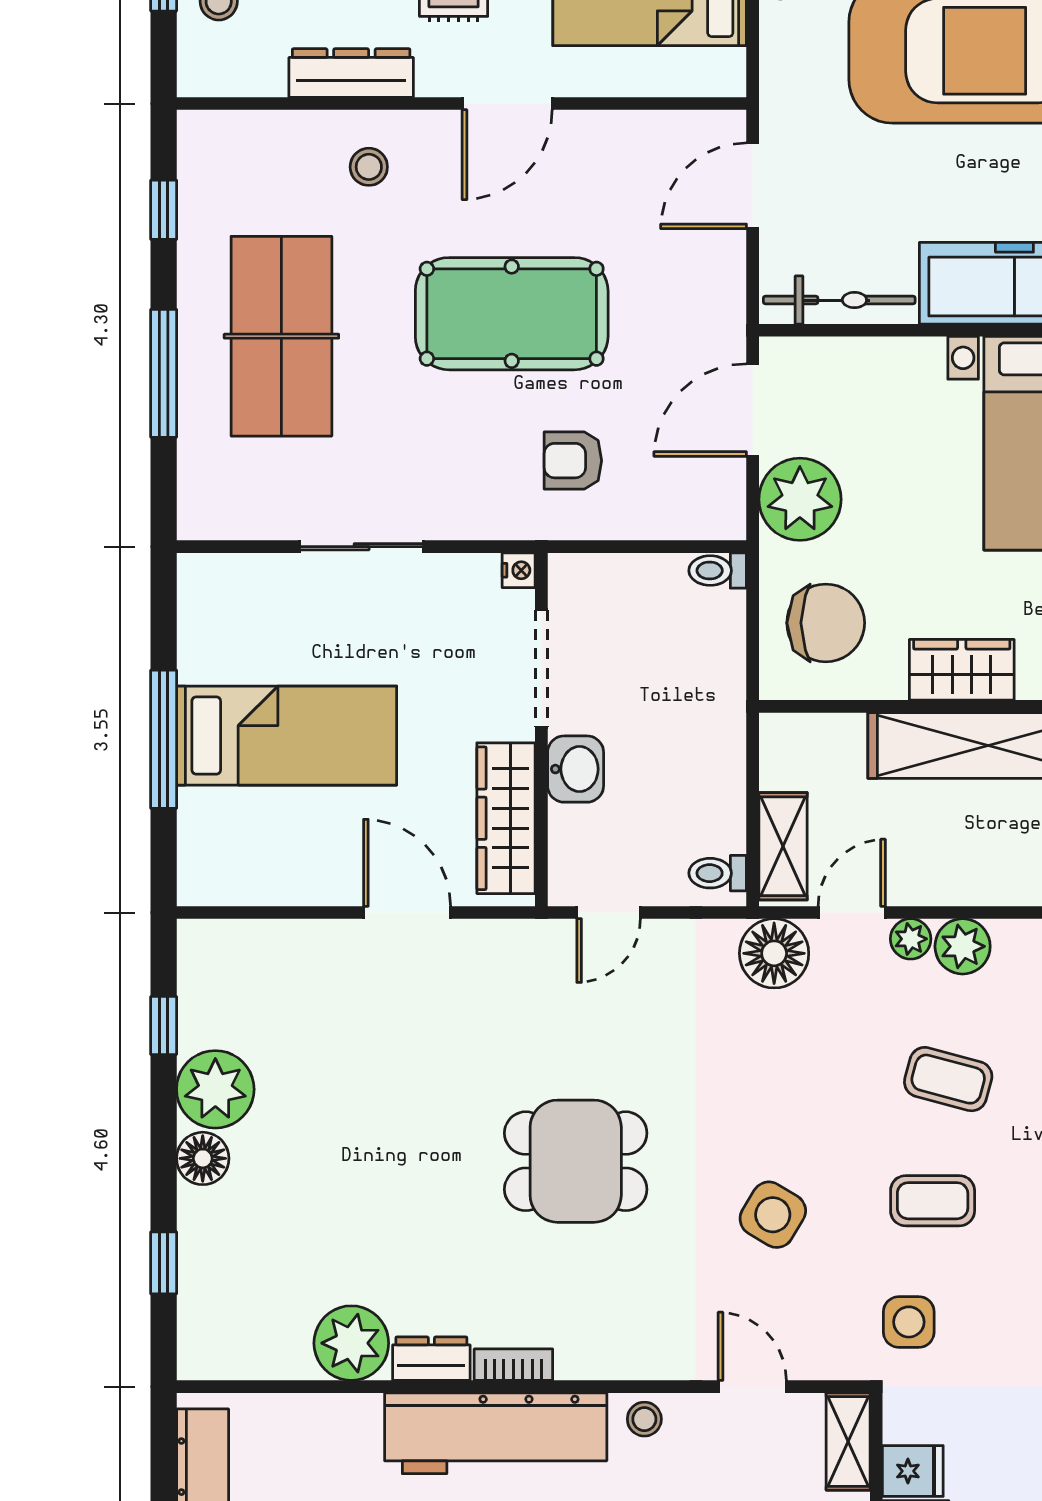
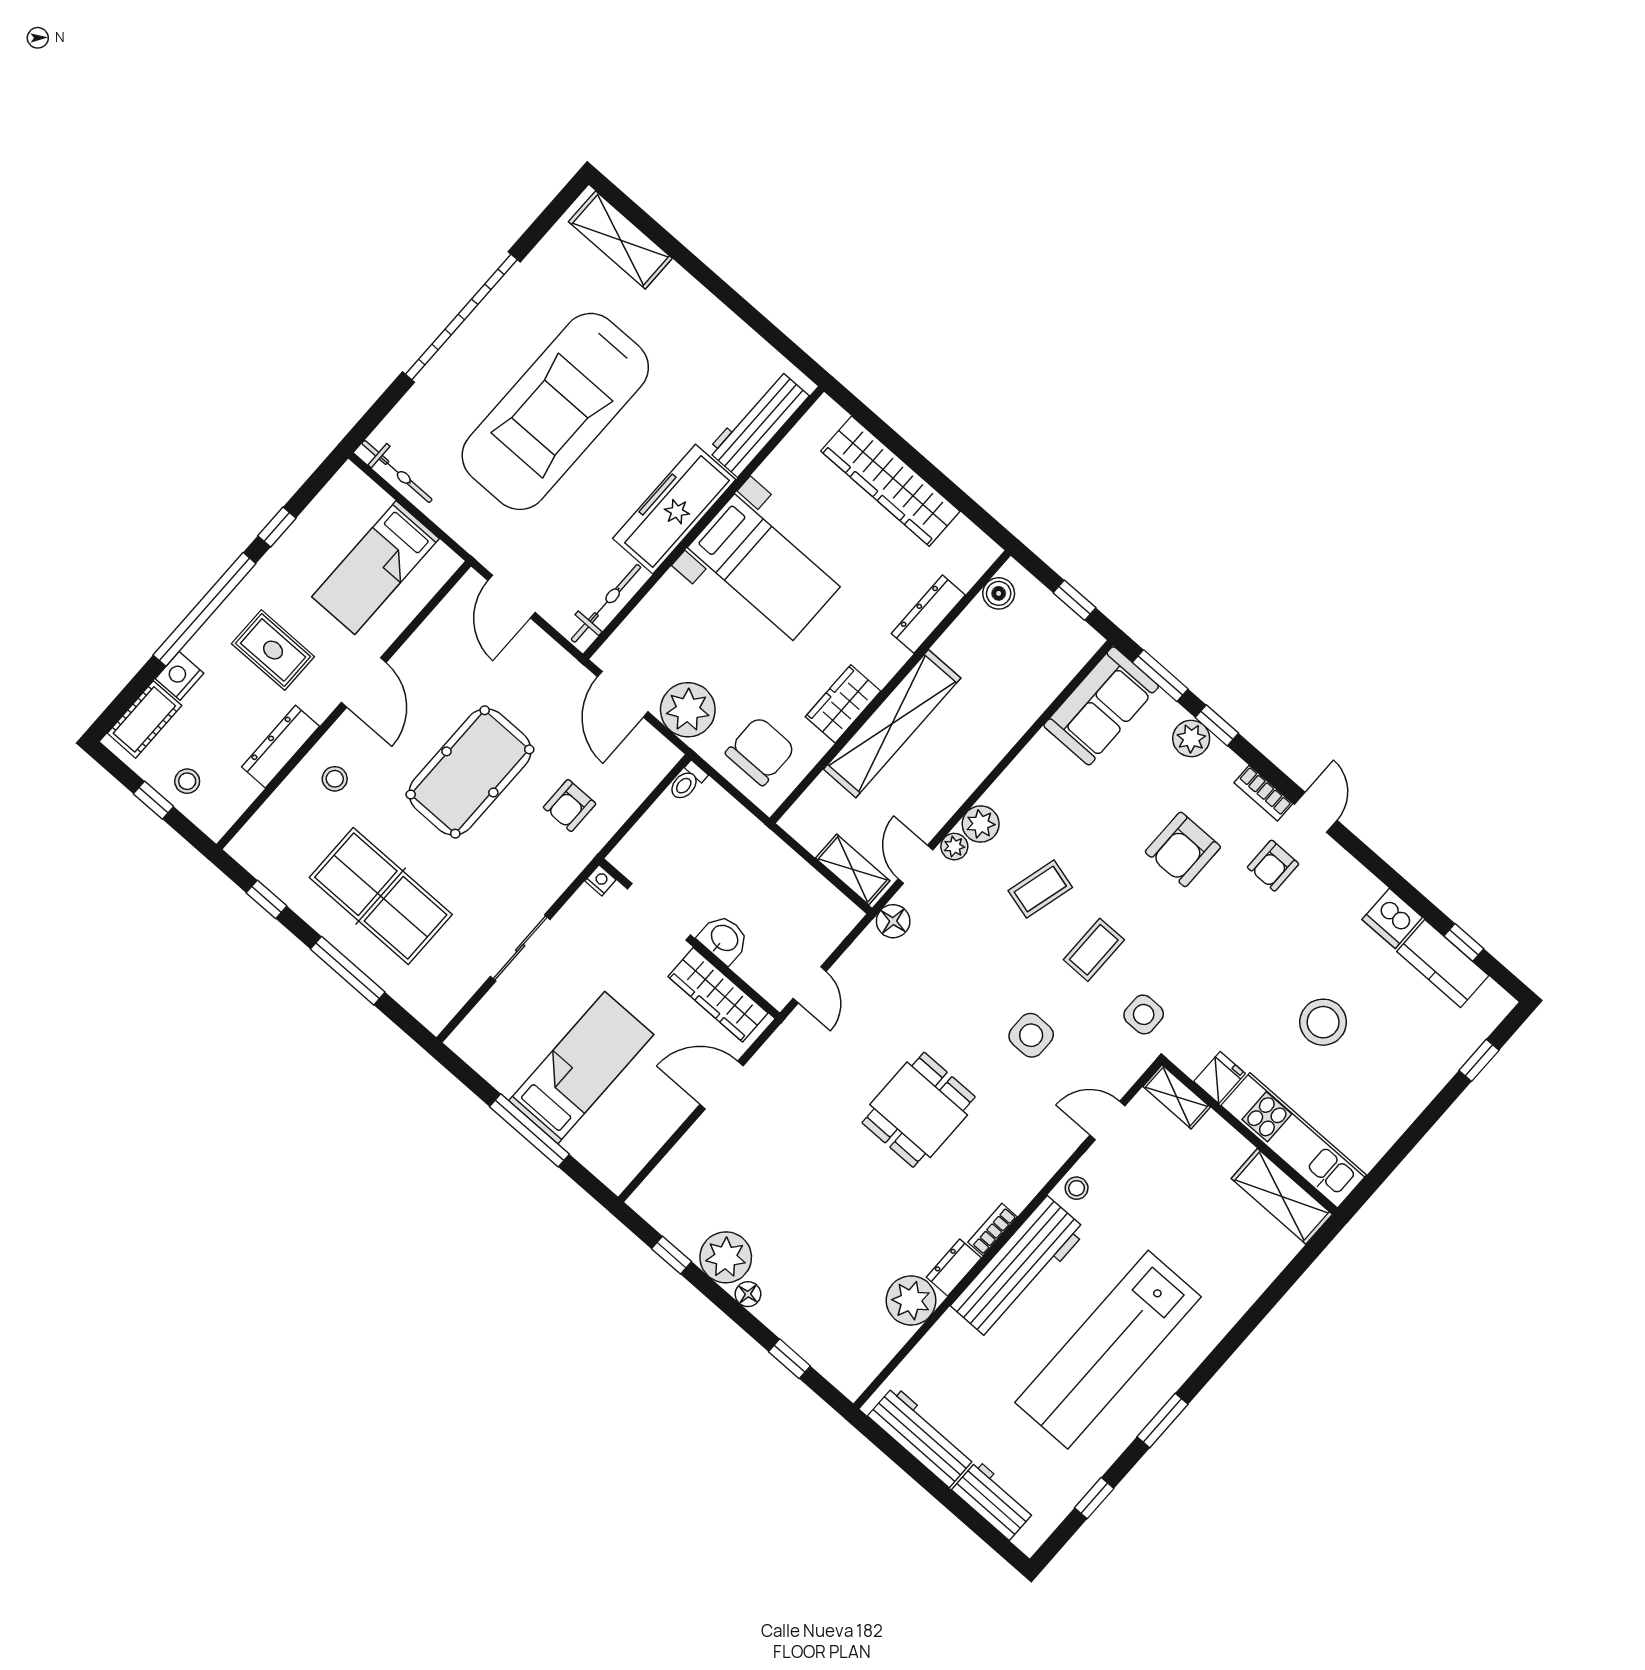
toilet: (718, 873) -> (837, 914), removed
floor lamp: (774, 953) -> (893, 921), width x0.73, depth x0.73
floor lamp: (203, 1158) -> (748, 1294), width x0.73, depth x0.73
side table: (773, 1215) -> (1031, 1035), turned -31

